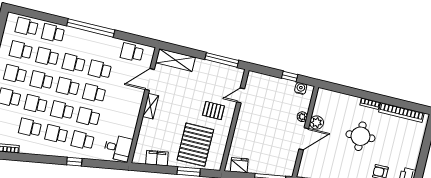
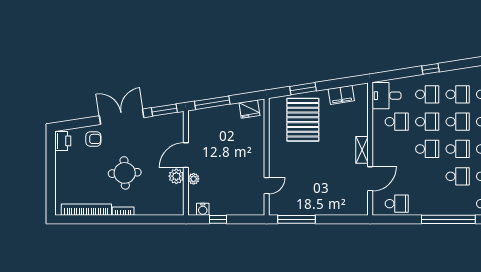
shelving: (175, 60) -> (347, 207), removed
school desk: (100, 70) -> (397, 122), moved
pallet: (213, 111) -> (292, 162), removed

